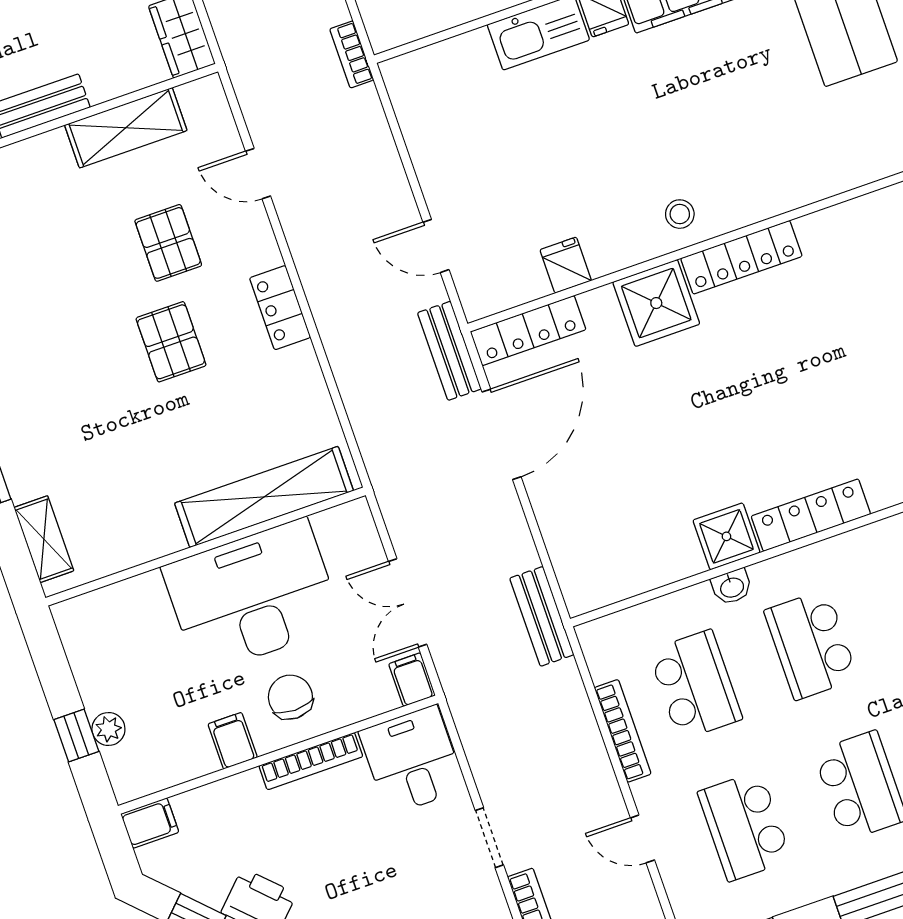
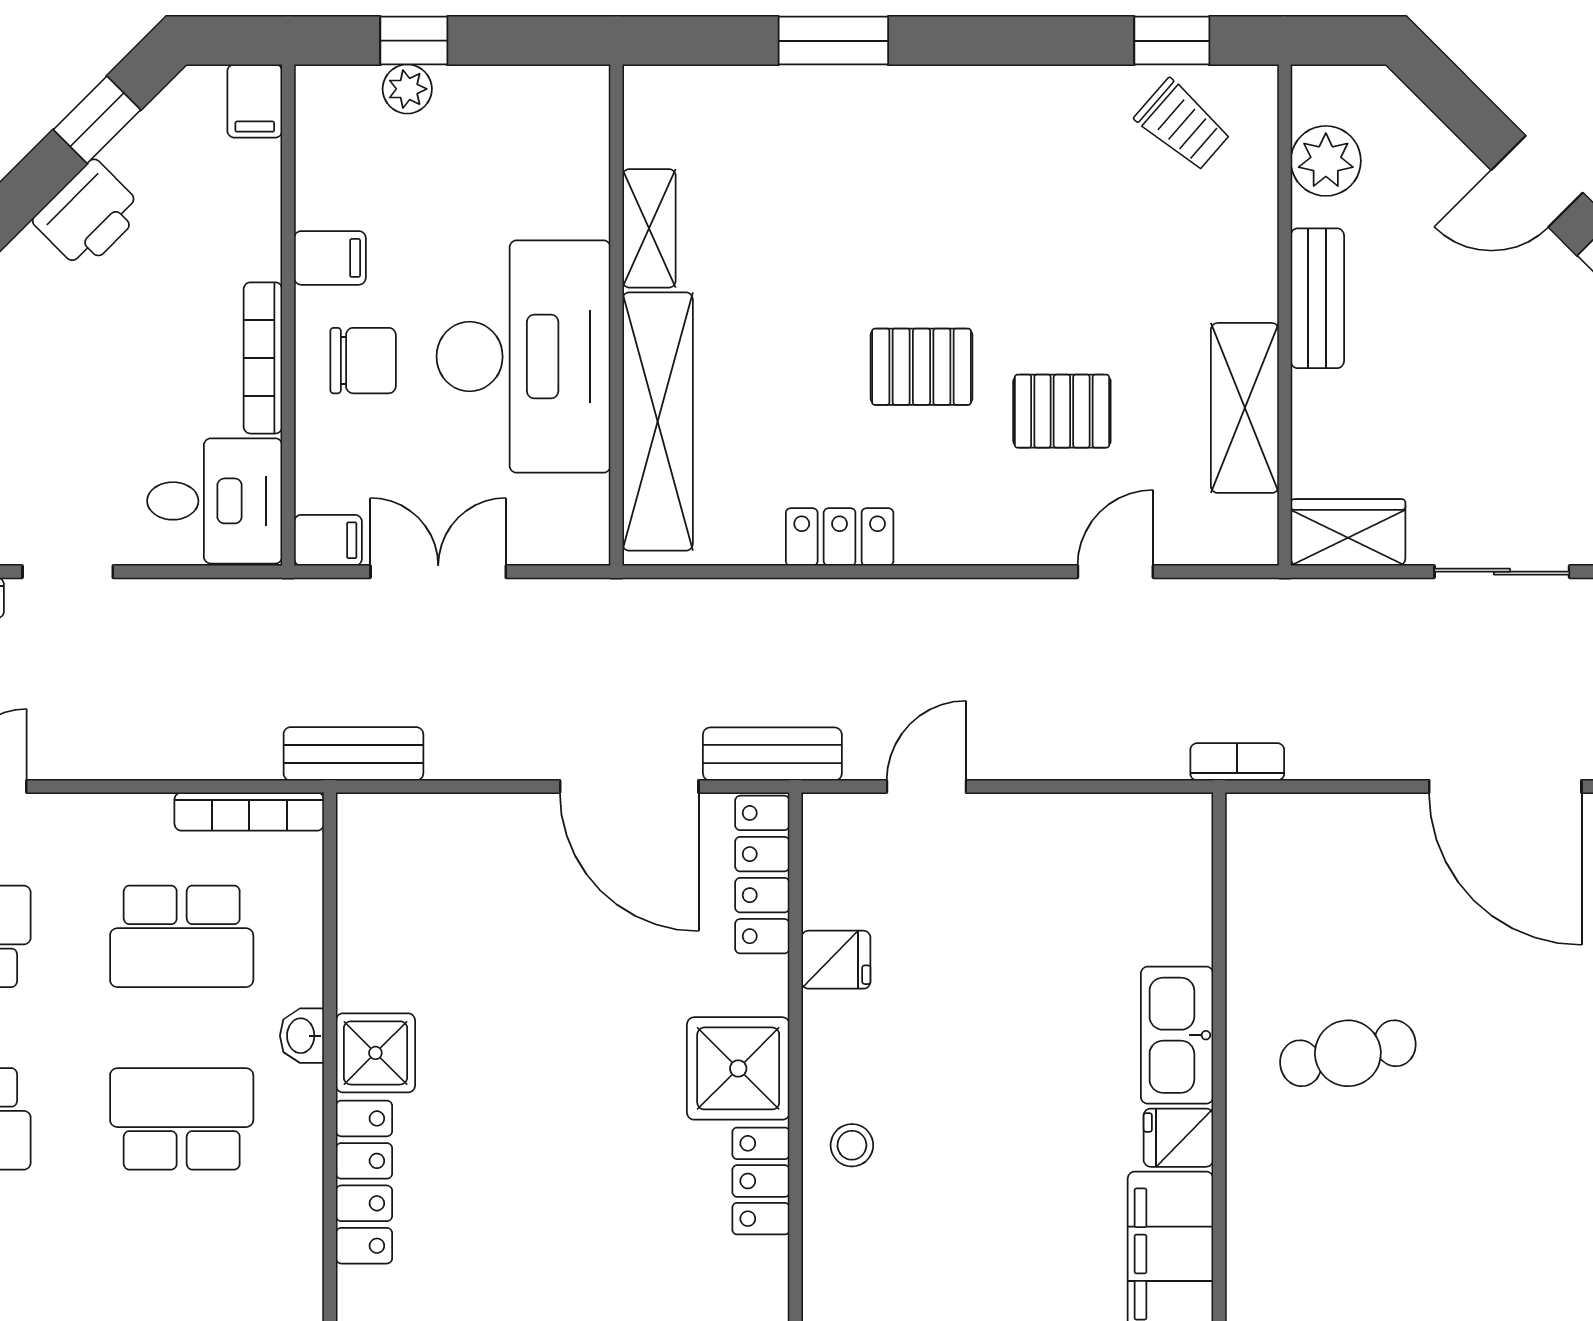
locker: (741, 257) -> (761, 1181), width x0.66
locker: (280, 308) -> (840, 537), moved
shelving: (44, 539) -> (649, 228), moved, turned 90
bookcase: (623, 731) -> (249, 812), moved

